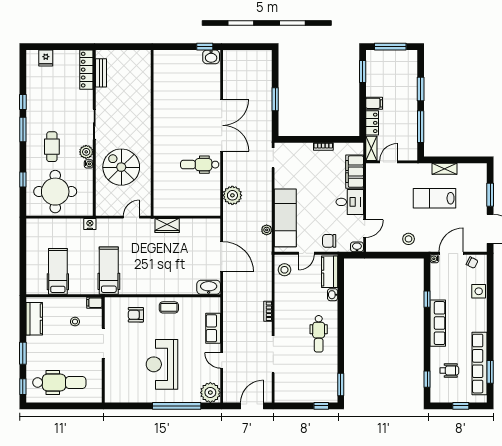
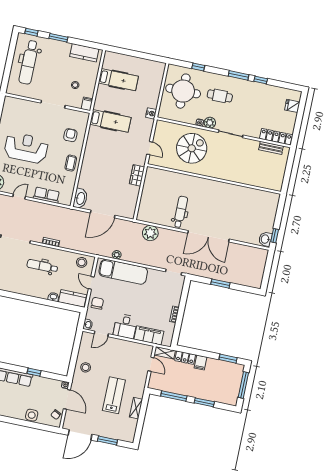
door: (365, 229) -> (101, 334), hinge flipped
dental chair: (319, 334) -> (42, 266), moved

